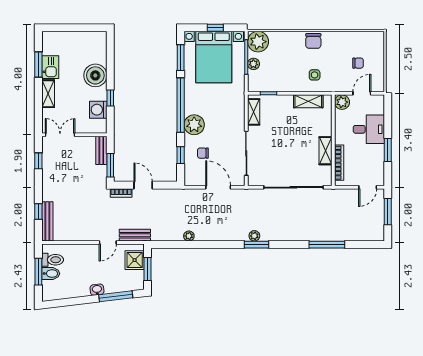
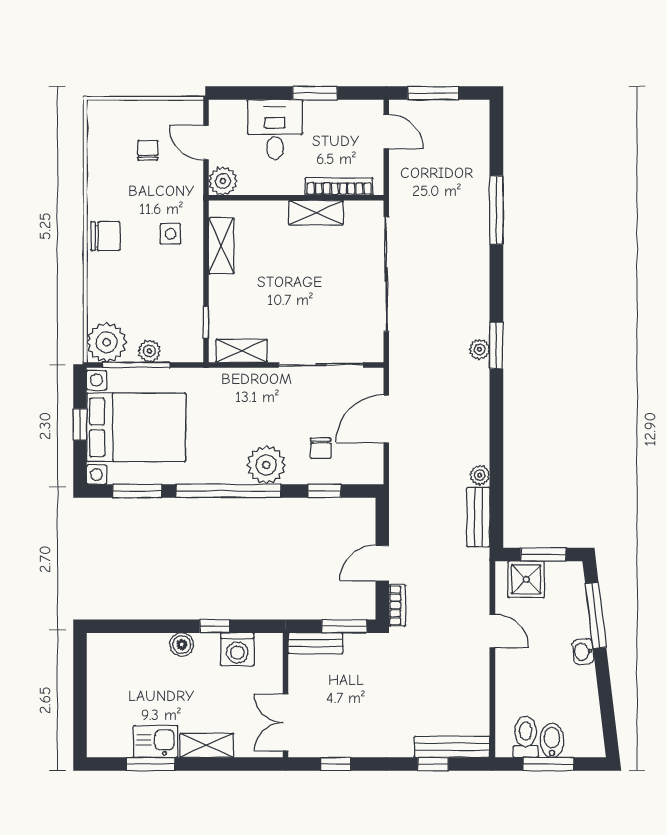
boiler: (95, 75) -> (182, 645), width x0.54, depth x0.54
bench: (135, 235) -> (478, 517), moved

